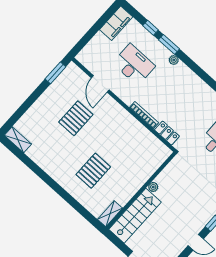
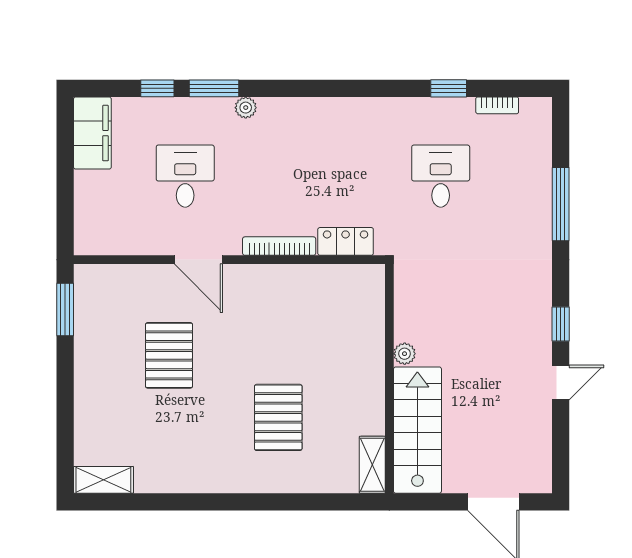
desk: (134, 65) -> (185, 176), width x0.73
door: (100, 84) -> (199, 260), moved

